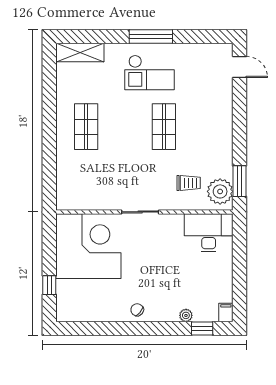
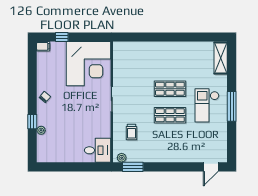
shop shelf: (86, 127) -> (170, 89), moved
plant: (220, 191) -> (122, 158), width x0.53, depth x0.53
desk: (209, 233) -> (98, 150), width x0.73
filing cabinet: (226, 312) -> (43, 46), moved
window: (202, 328) -> (32, 122), moved

